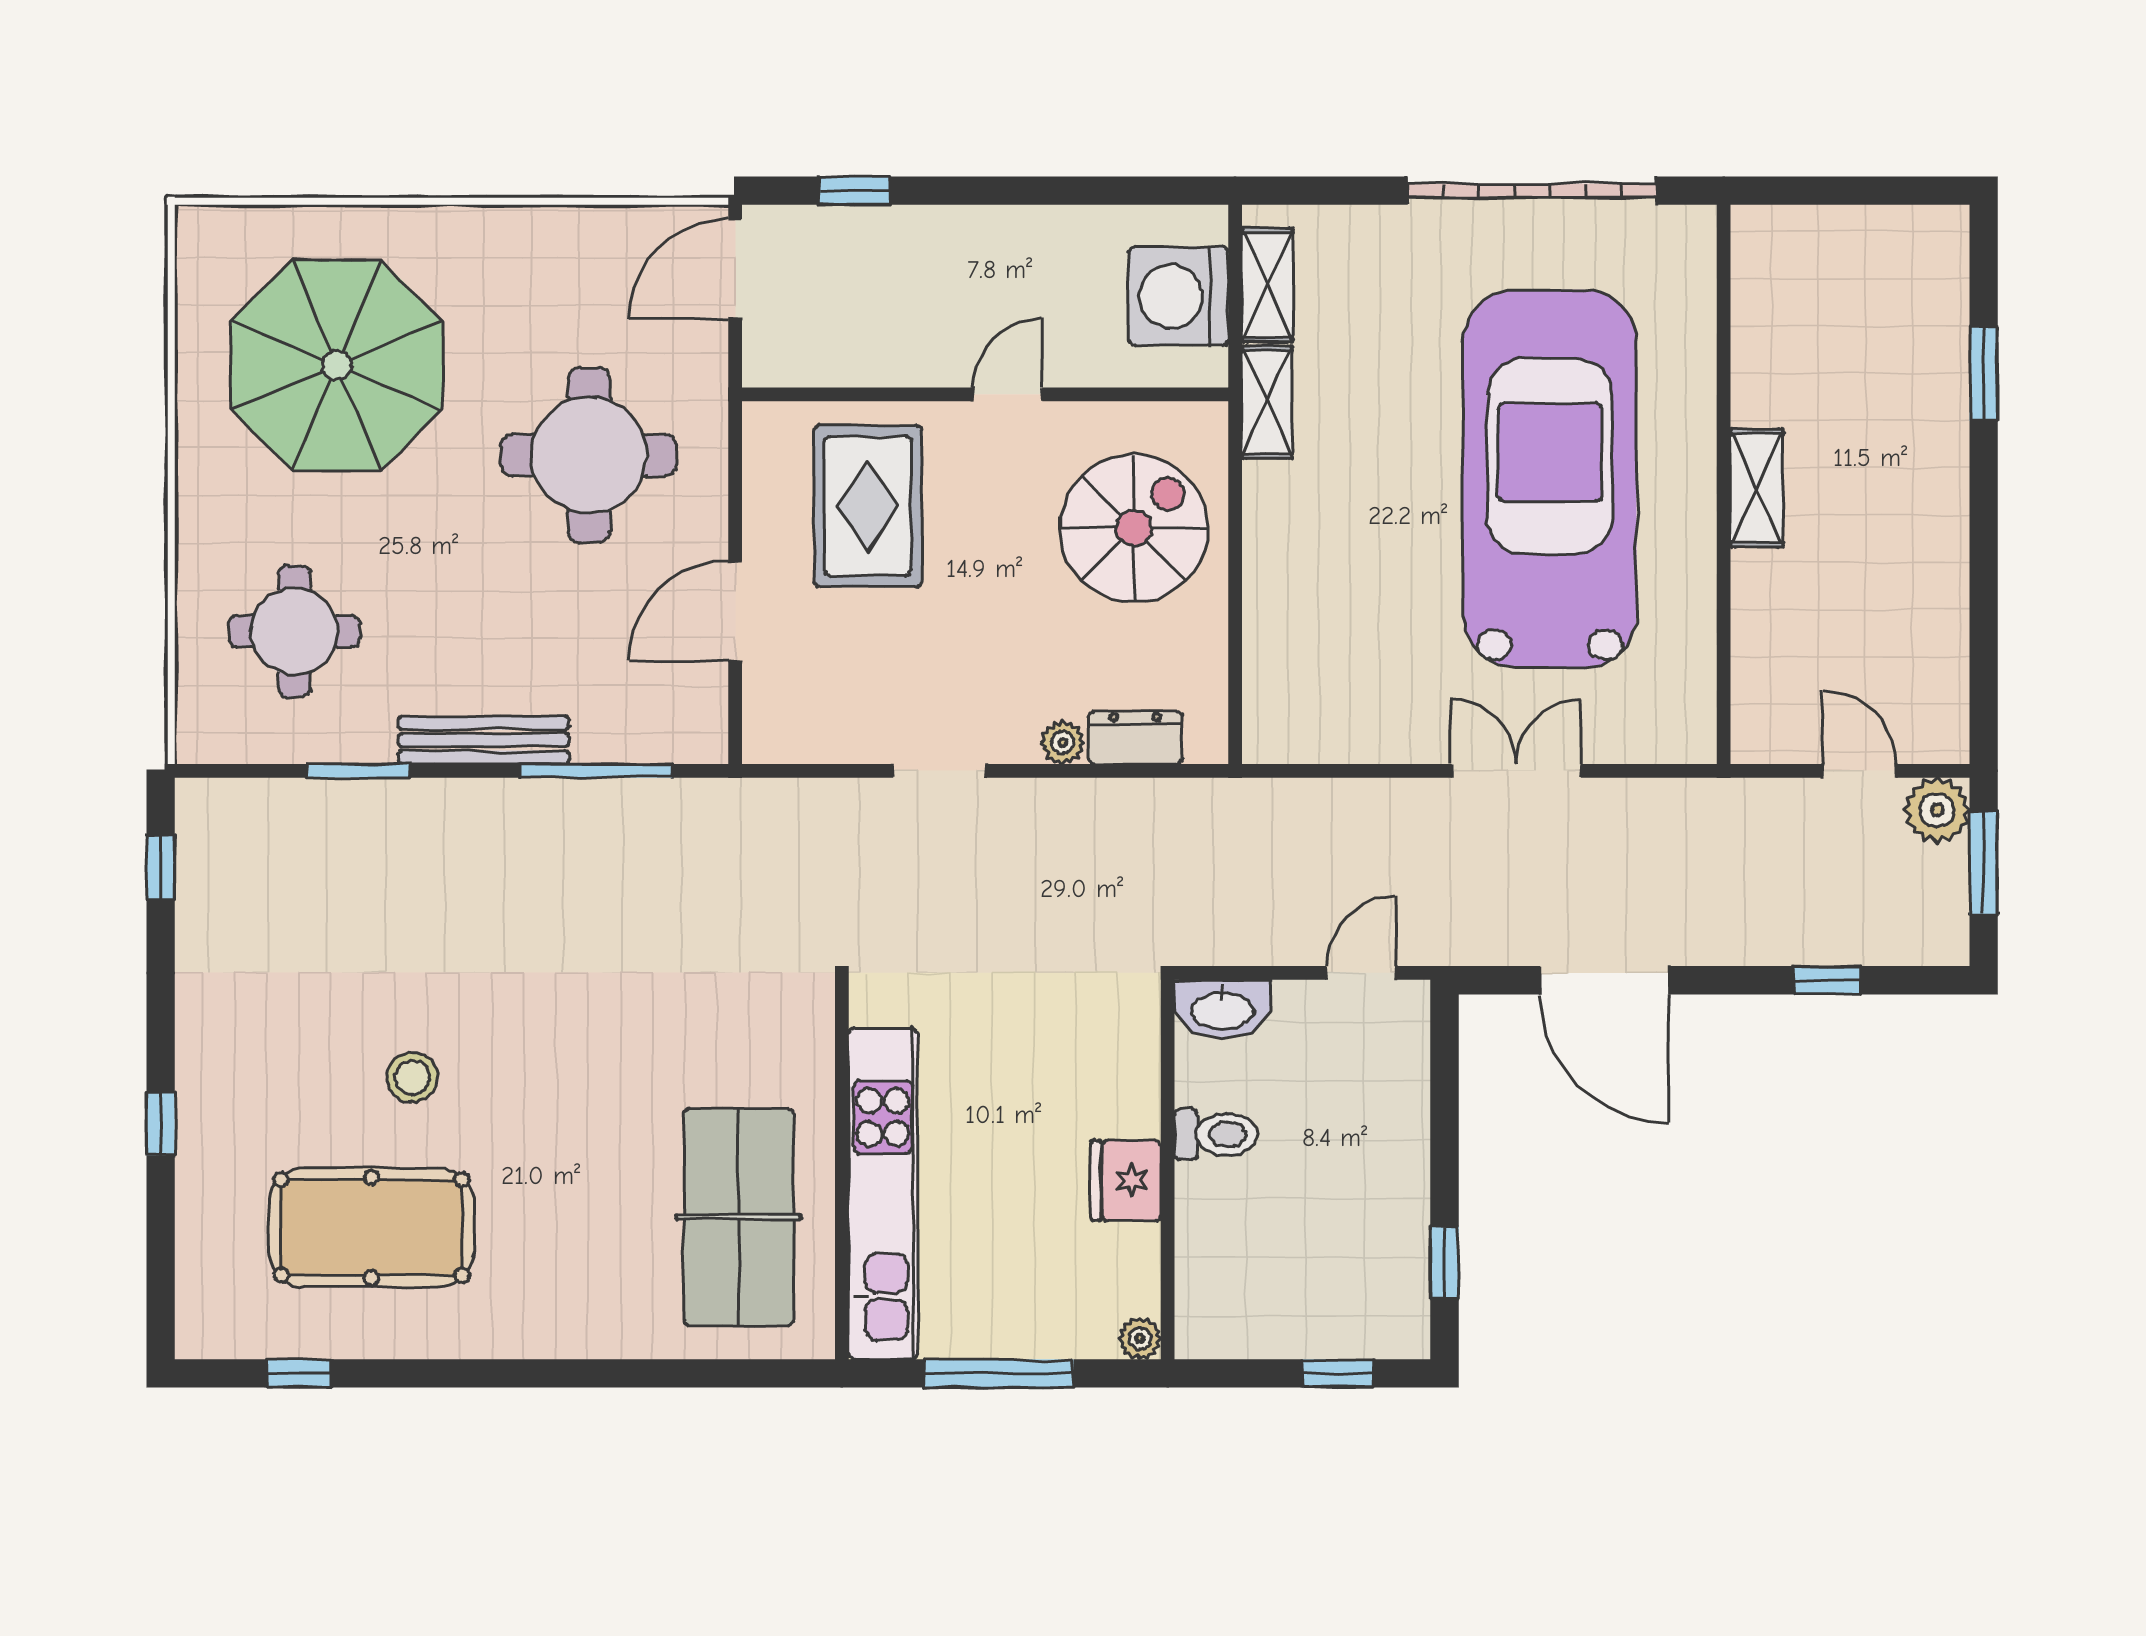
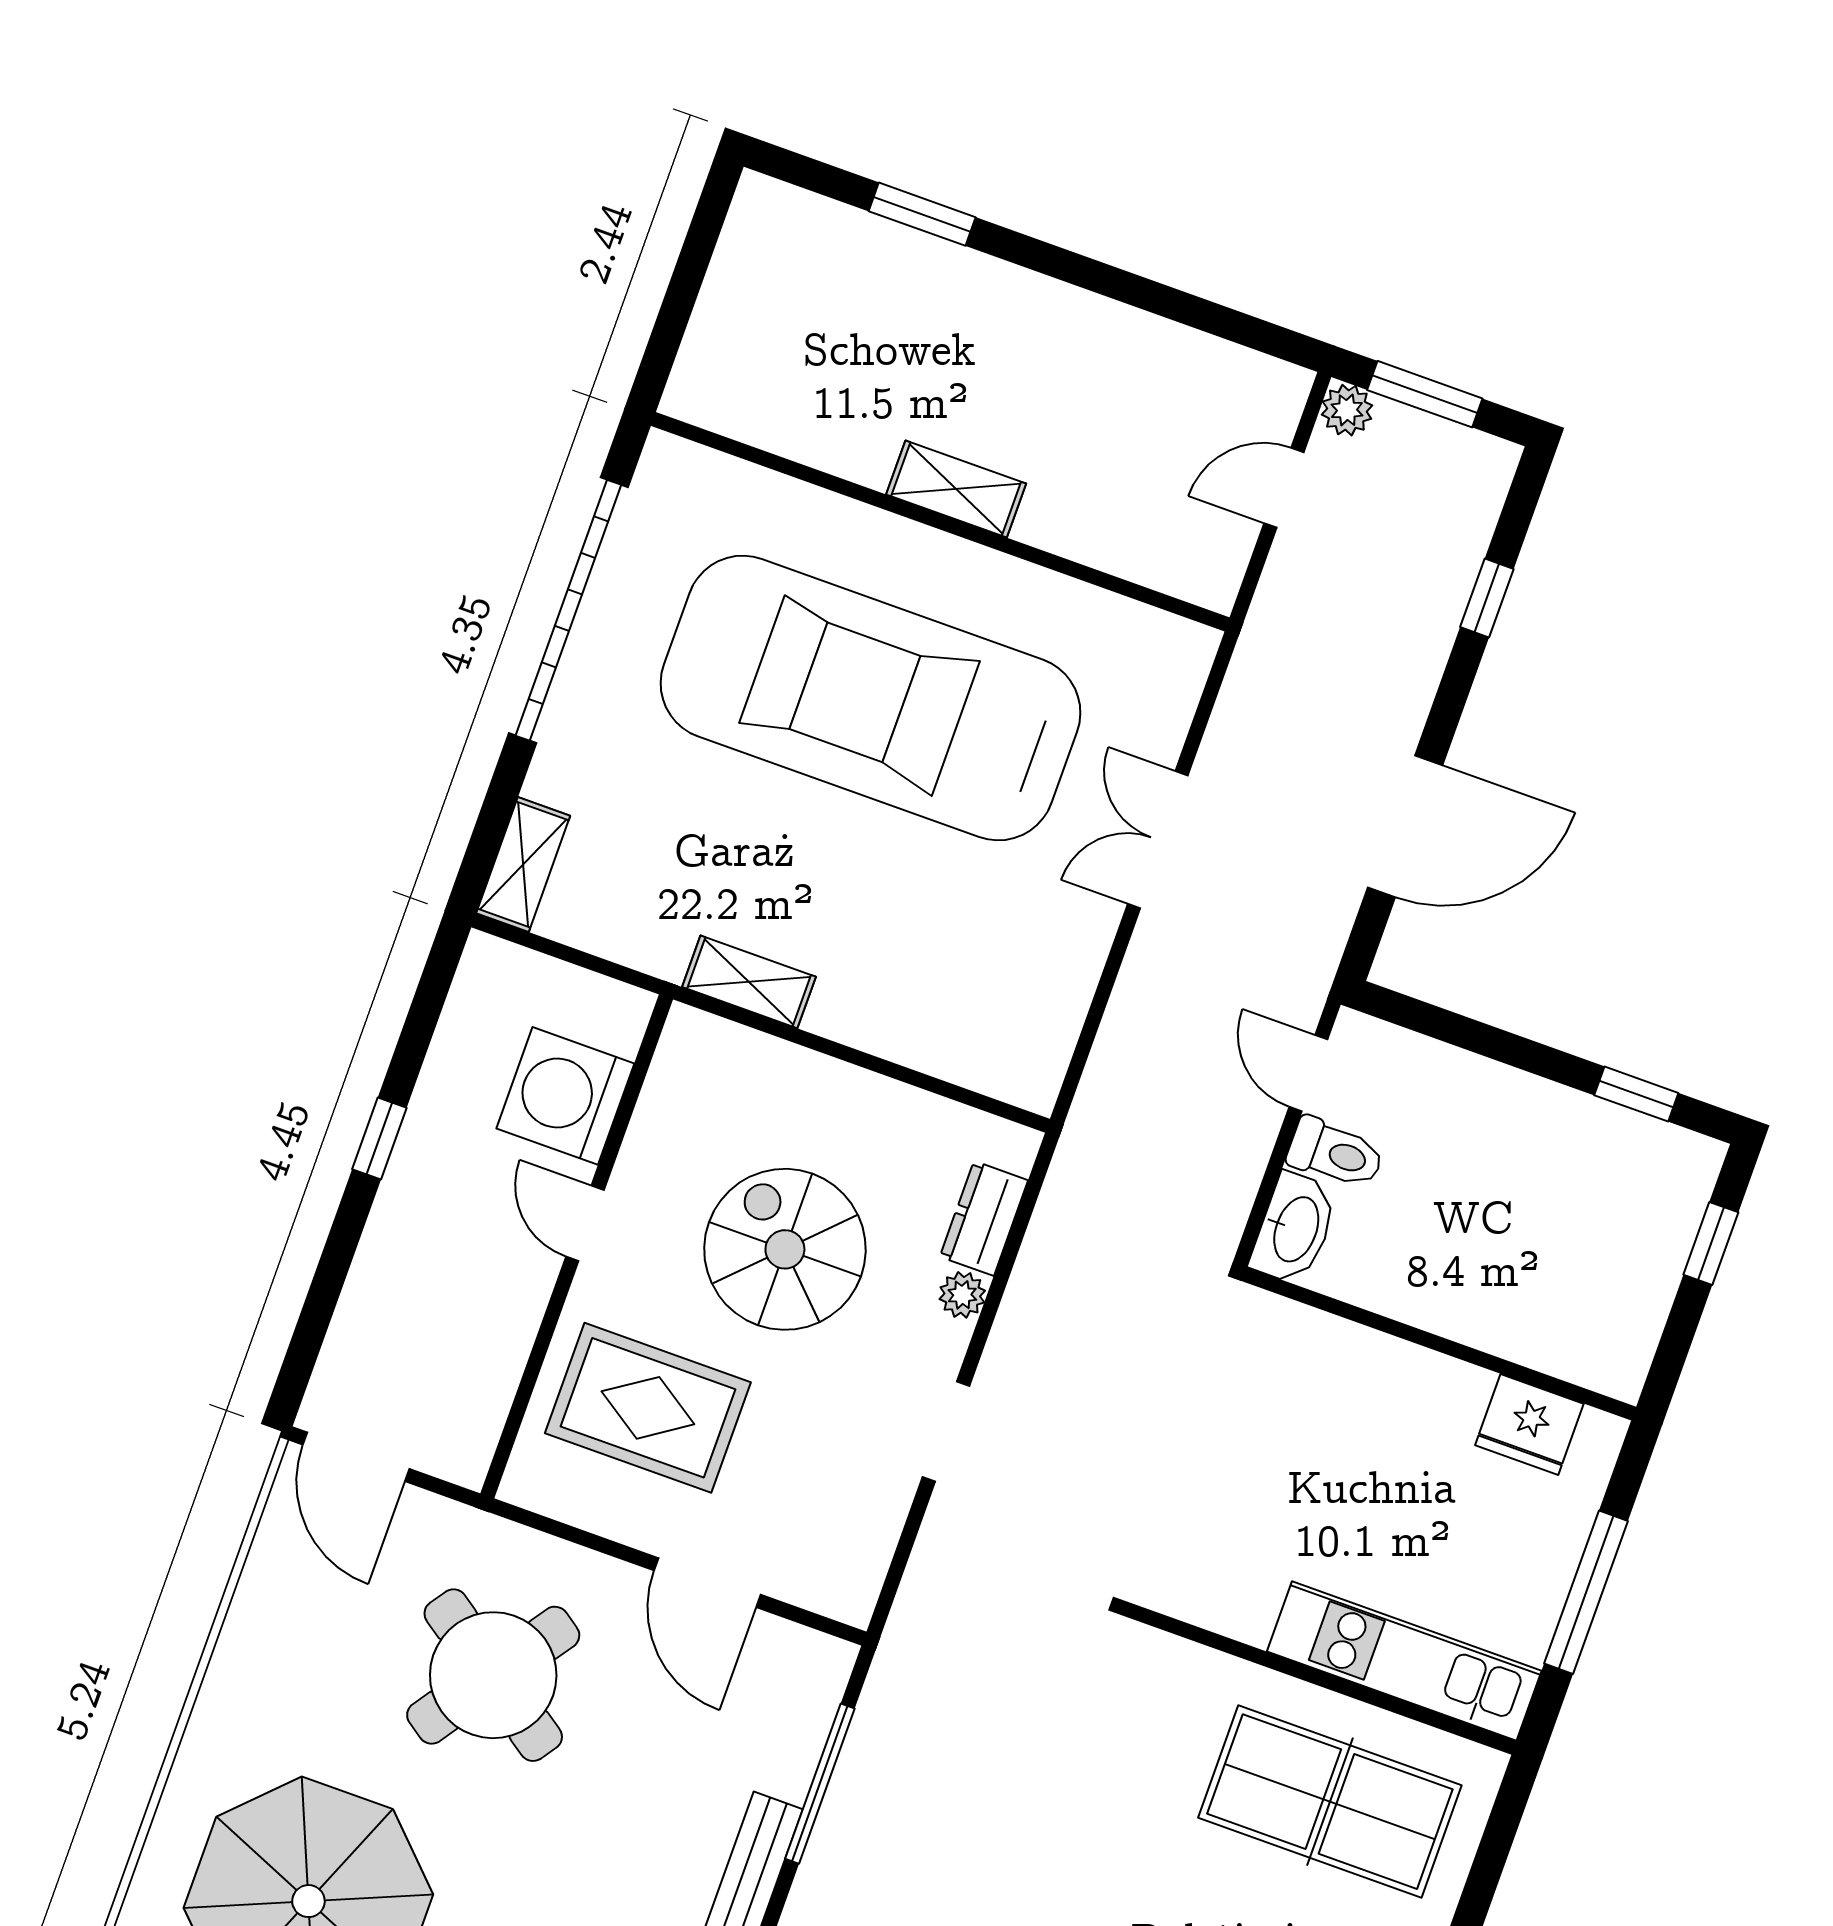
window: (855, 191) -> (379, 1138), moved
shelving: (1267, 285) -> (523, 865), moved, turned 90
washing machine: (1179, 296) -> (565, 1096), moved, turned 90
shelving: (1267, 402) -> (749, 982), moved
round table: (589, 455) -> (493, 1675), turned 35
spiral stairs: (1134, 528) -> (785, 1249), moved
plant: (1937, 810) -> (1347, 410), width x0.73, depth x0.73
toilet: (1216, 1135) -> (1335, 1153), moved, turned 90
fridge: (1126, 1180) -> (1529, 1424), moved
kitchen unit: (883, 1193) -> (1404, 1661), width x0.73
plant: (1140, 1338) -> (1602, 1434), removed

